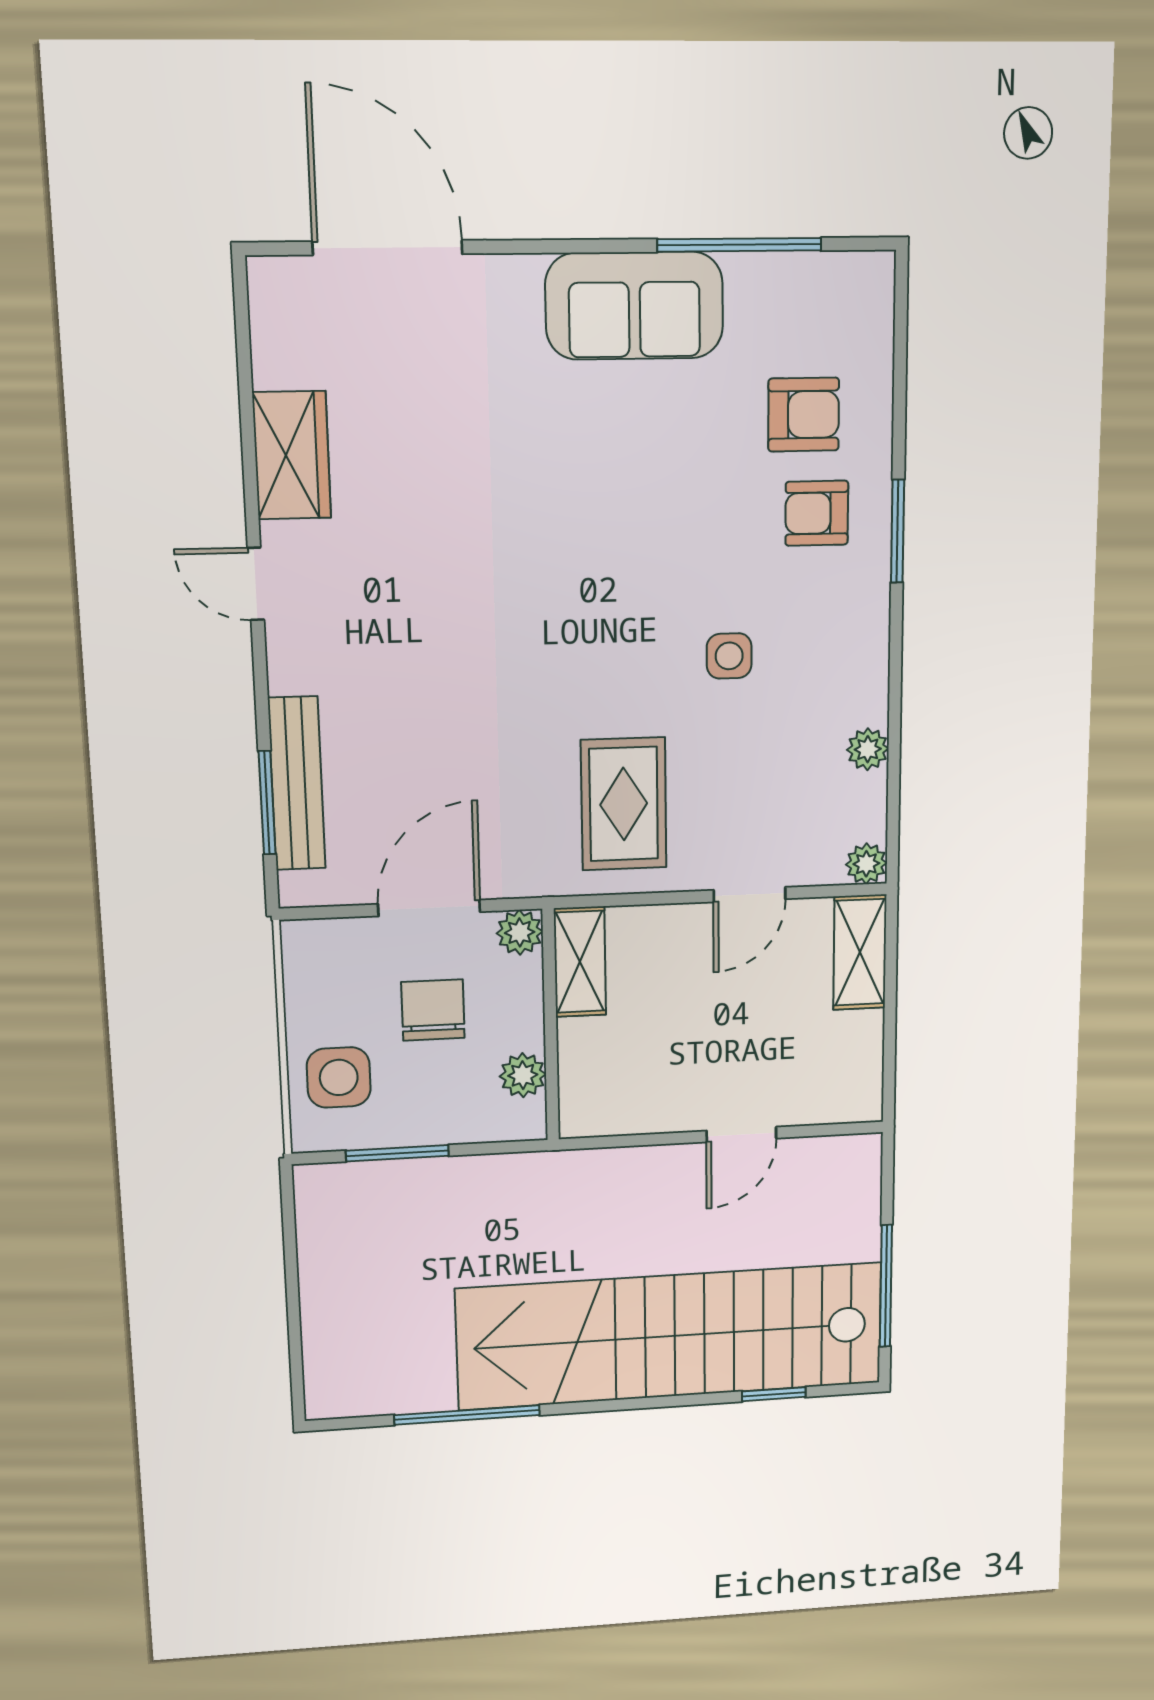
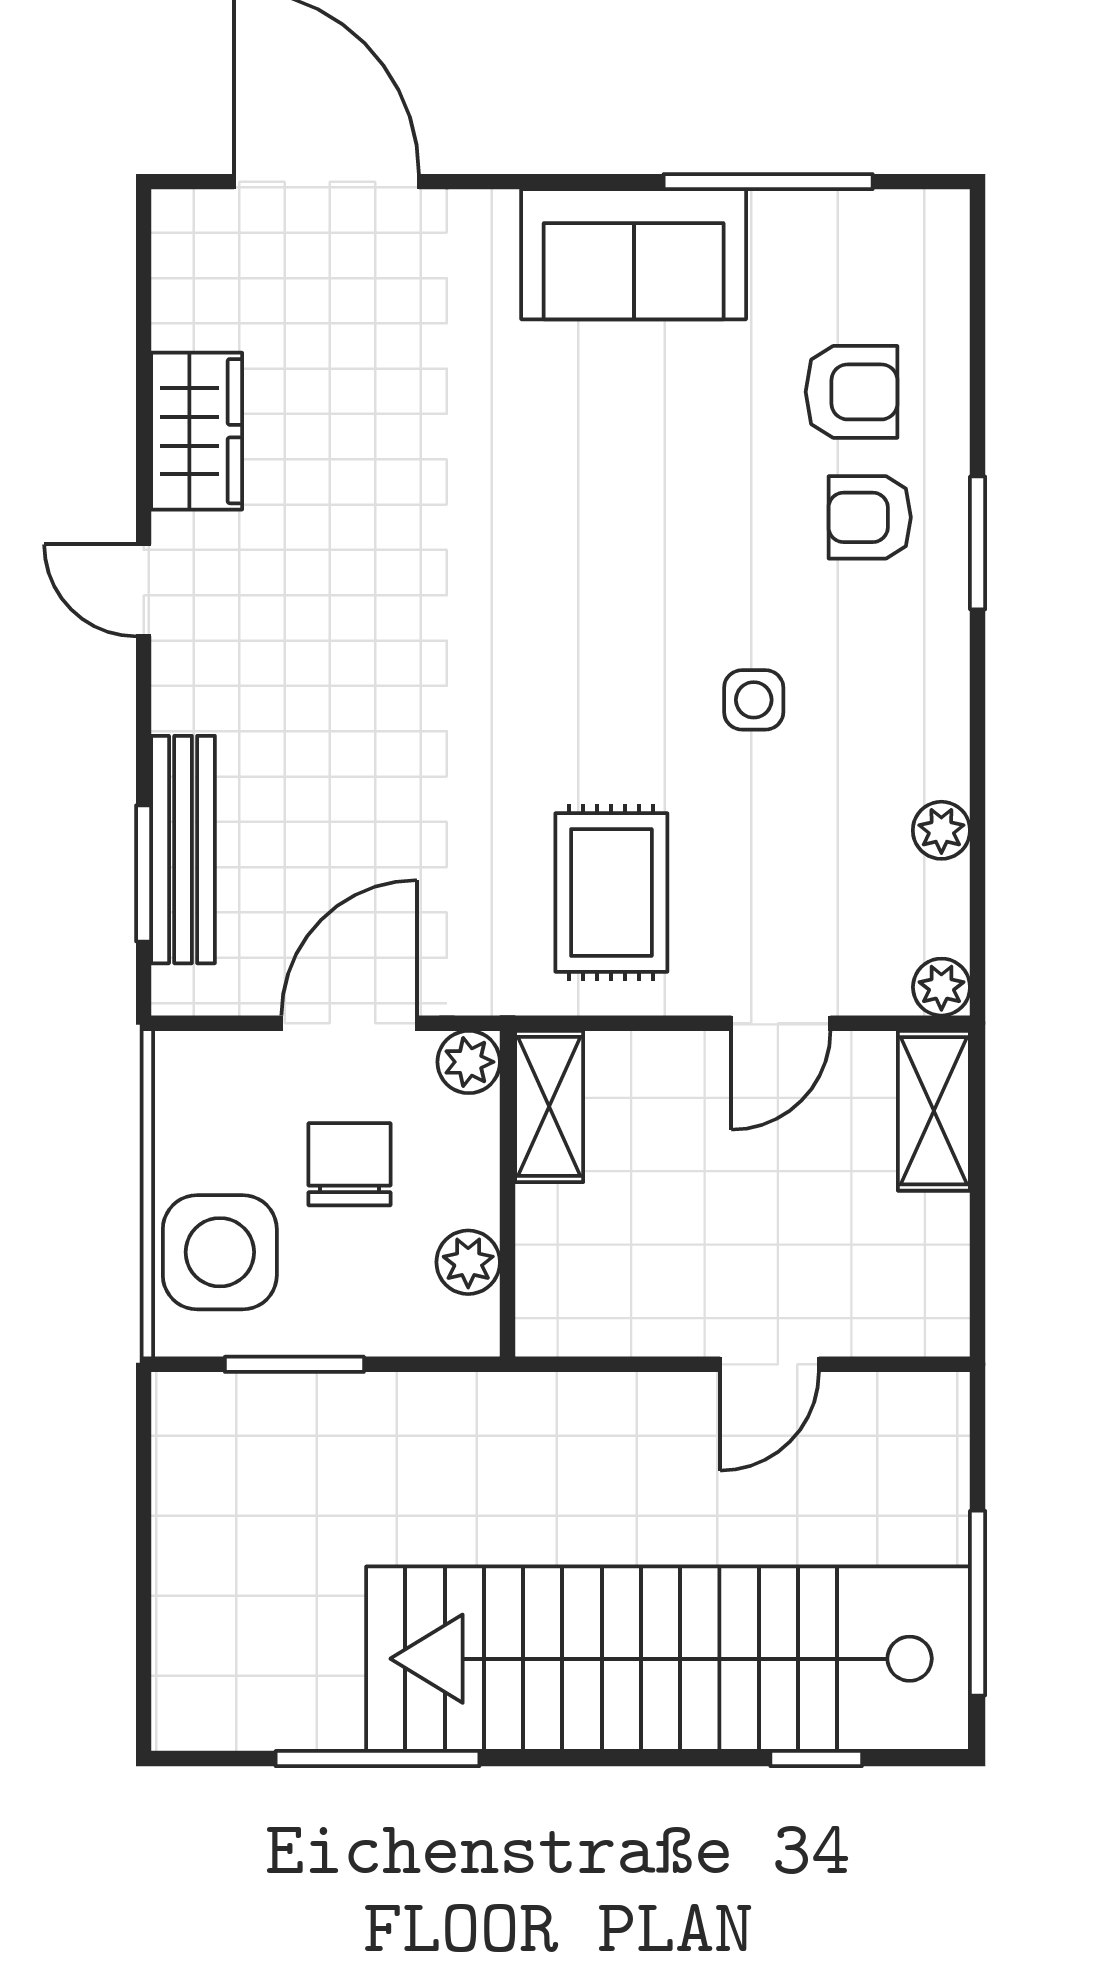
side table: (339, 1077) -> (220, 1252), width x1.37, depth x1.37

